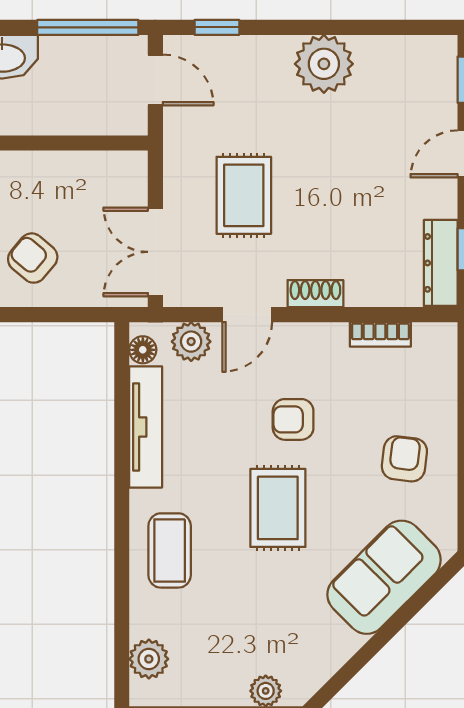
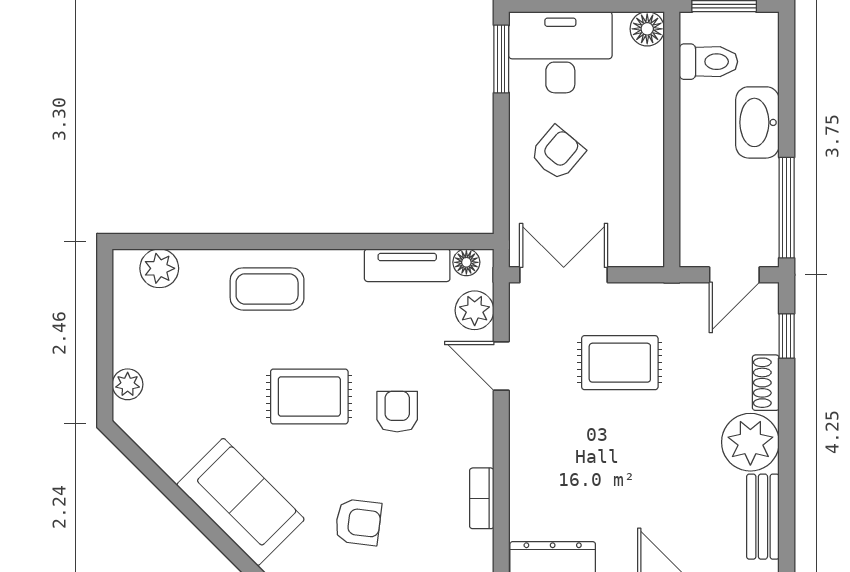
bench: (399, 51) -> (763, 517), added
shoe rack: (315, 294) -> (766, 383), moved, turned 180
tv unit: (146, 427) -> (407, 265), width x0.71

